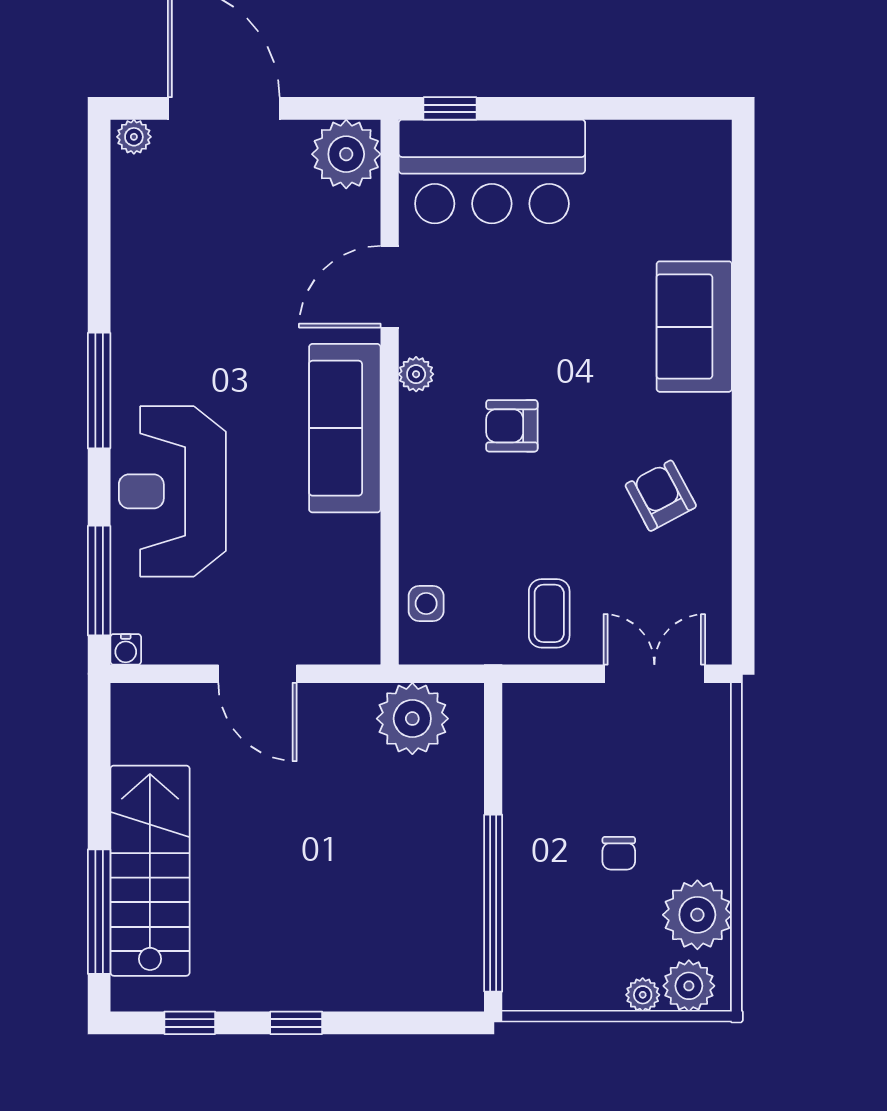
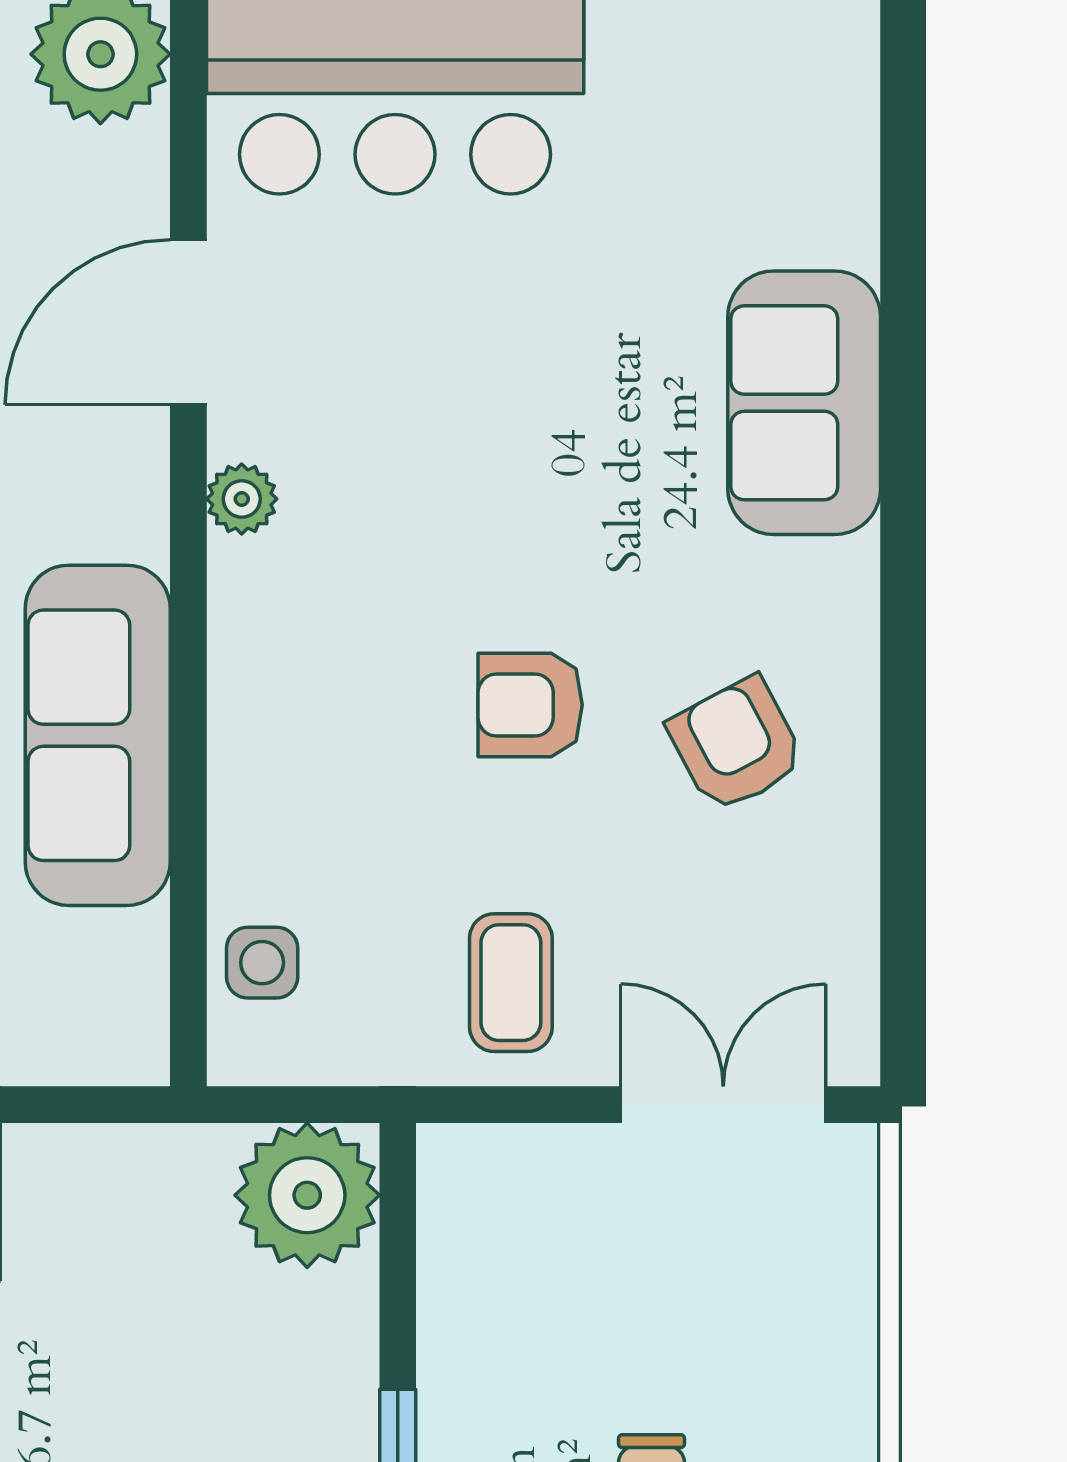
armchair: (512, 426) -> (530, 705), moved
sofa: (345, 428) -> (98, 735), moved
plant: (412, 719) -> (307, 1195), moved

